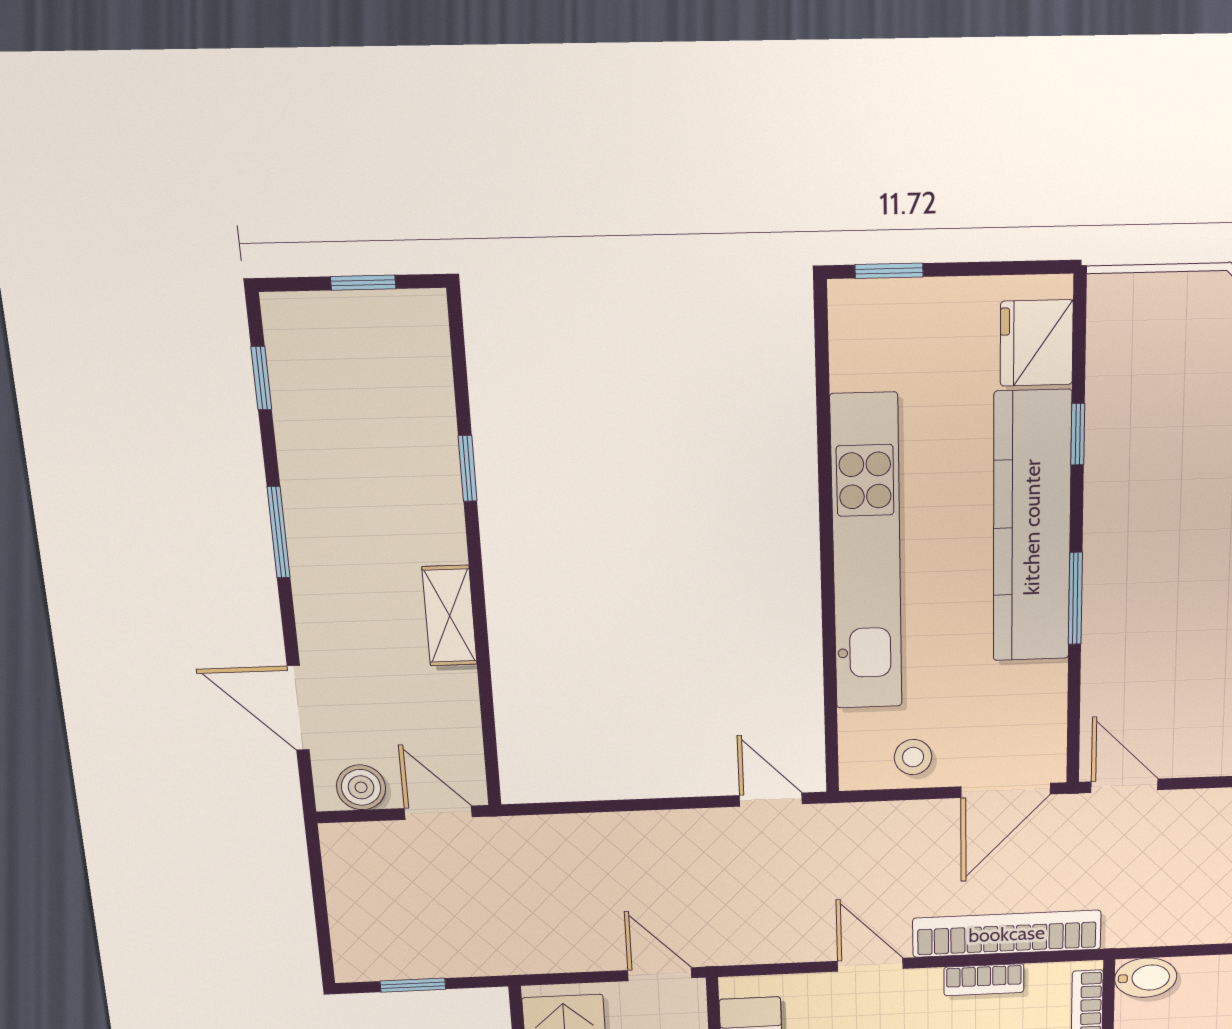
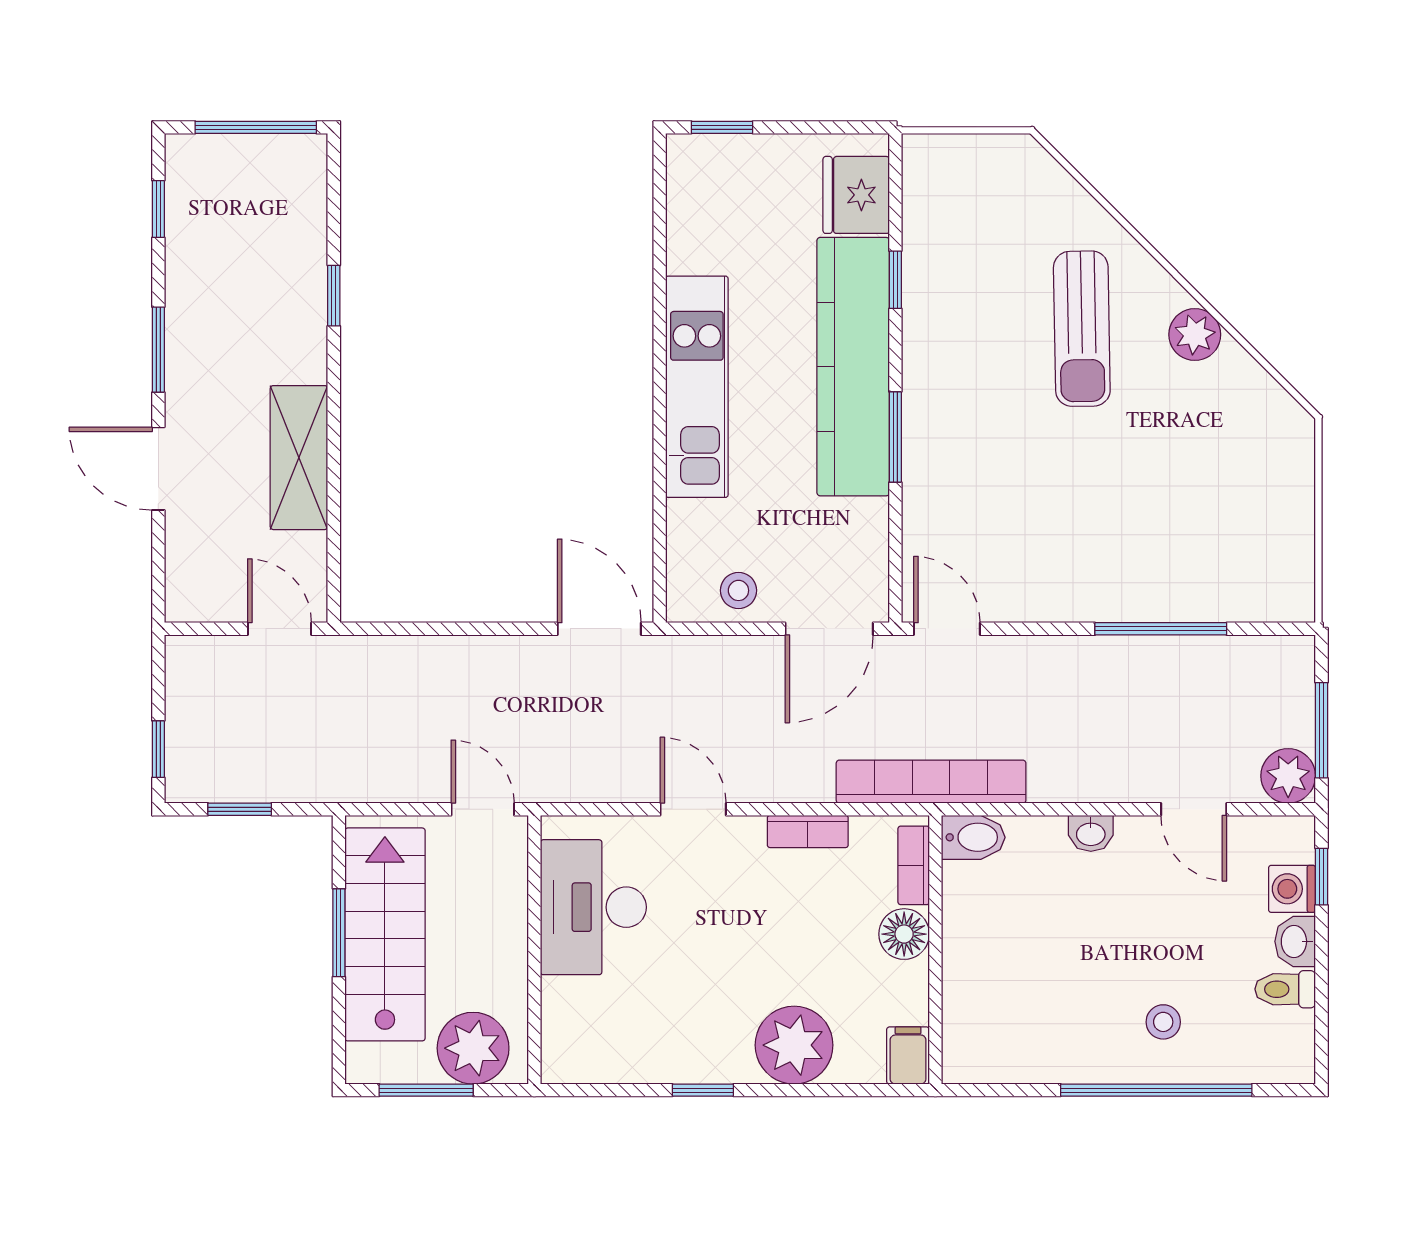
window: (363, 283) -> (256, 127), width x2.17
kitchen unit: (866, 554) -> (697, 387), width x0.73
shelving: (450, 616) -> (299, 458), width x1.50, depth x1.33
door: (298, 708) -> (158, 469), moved
boiler: (361, 787) -> (209, 600), removed
door: (771, 800) -> (599, 629), width x1.38
window: (323, 933) -> (158, 749), added
bookcase: (1007, 934) -> (931, 782), moved

